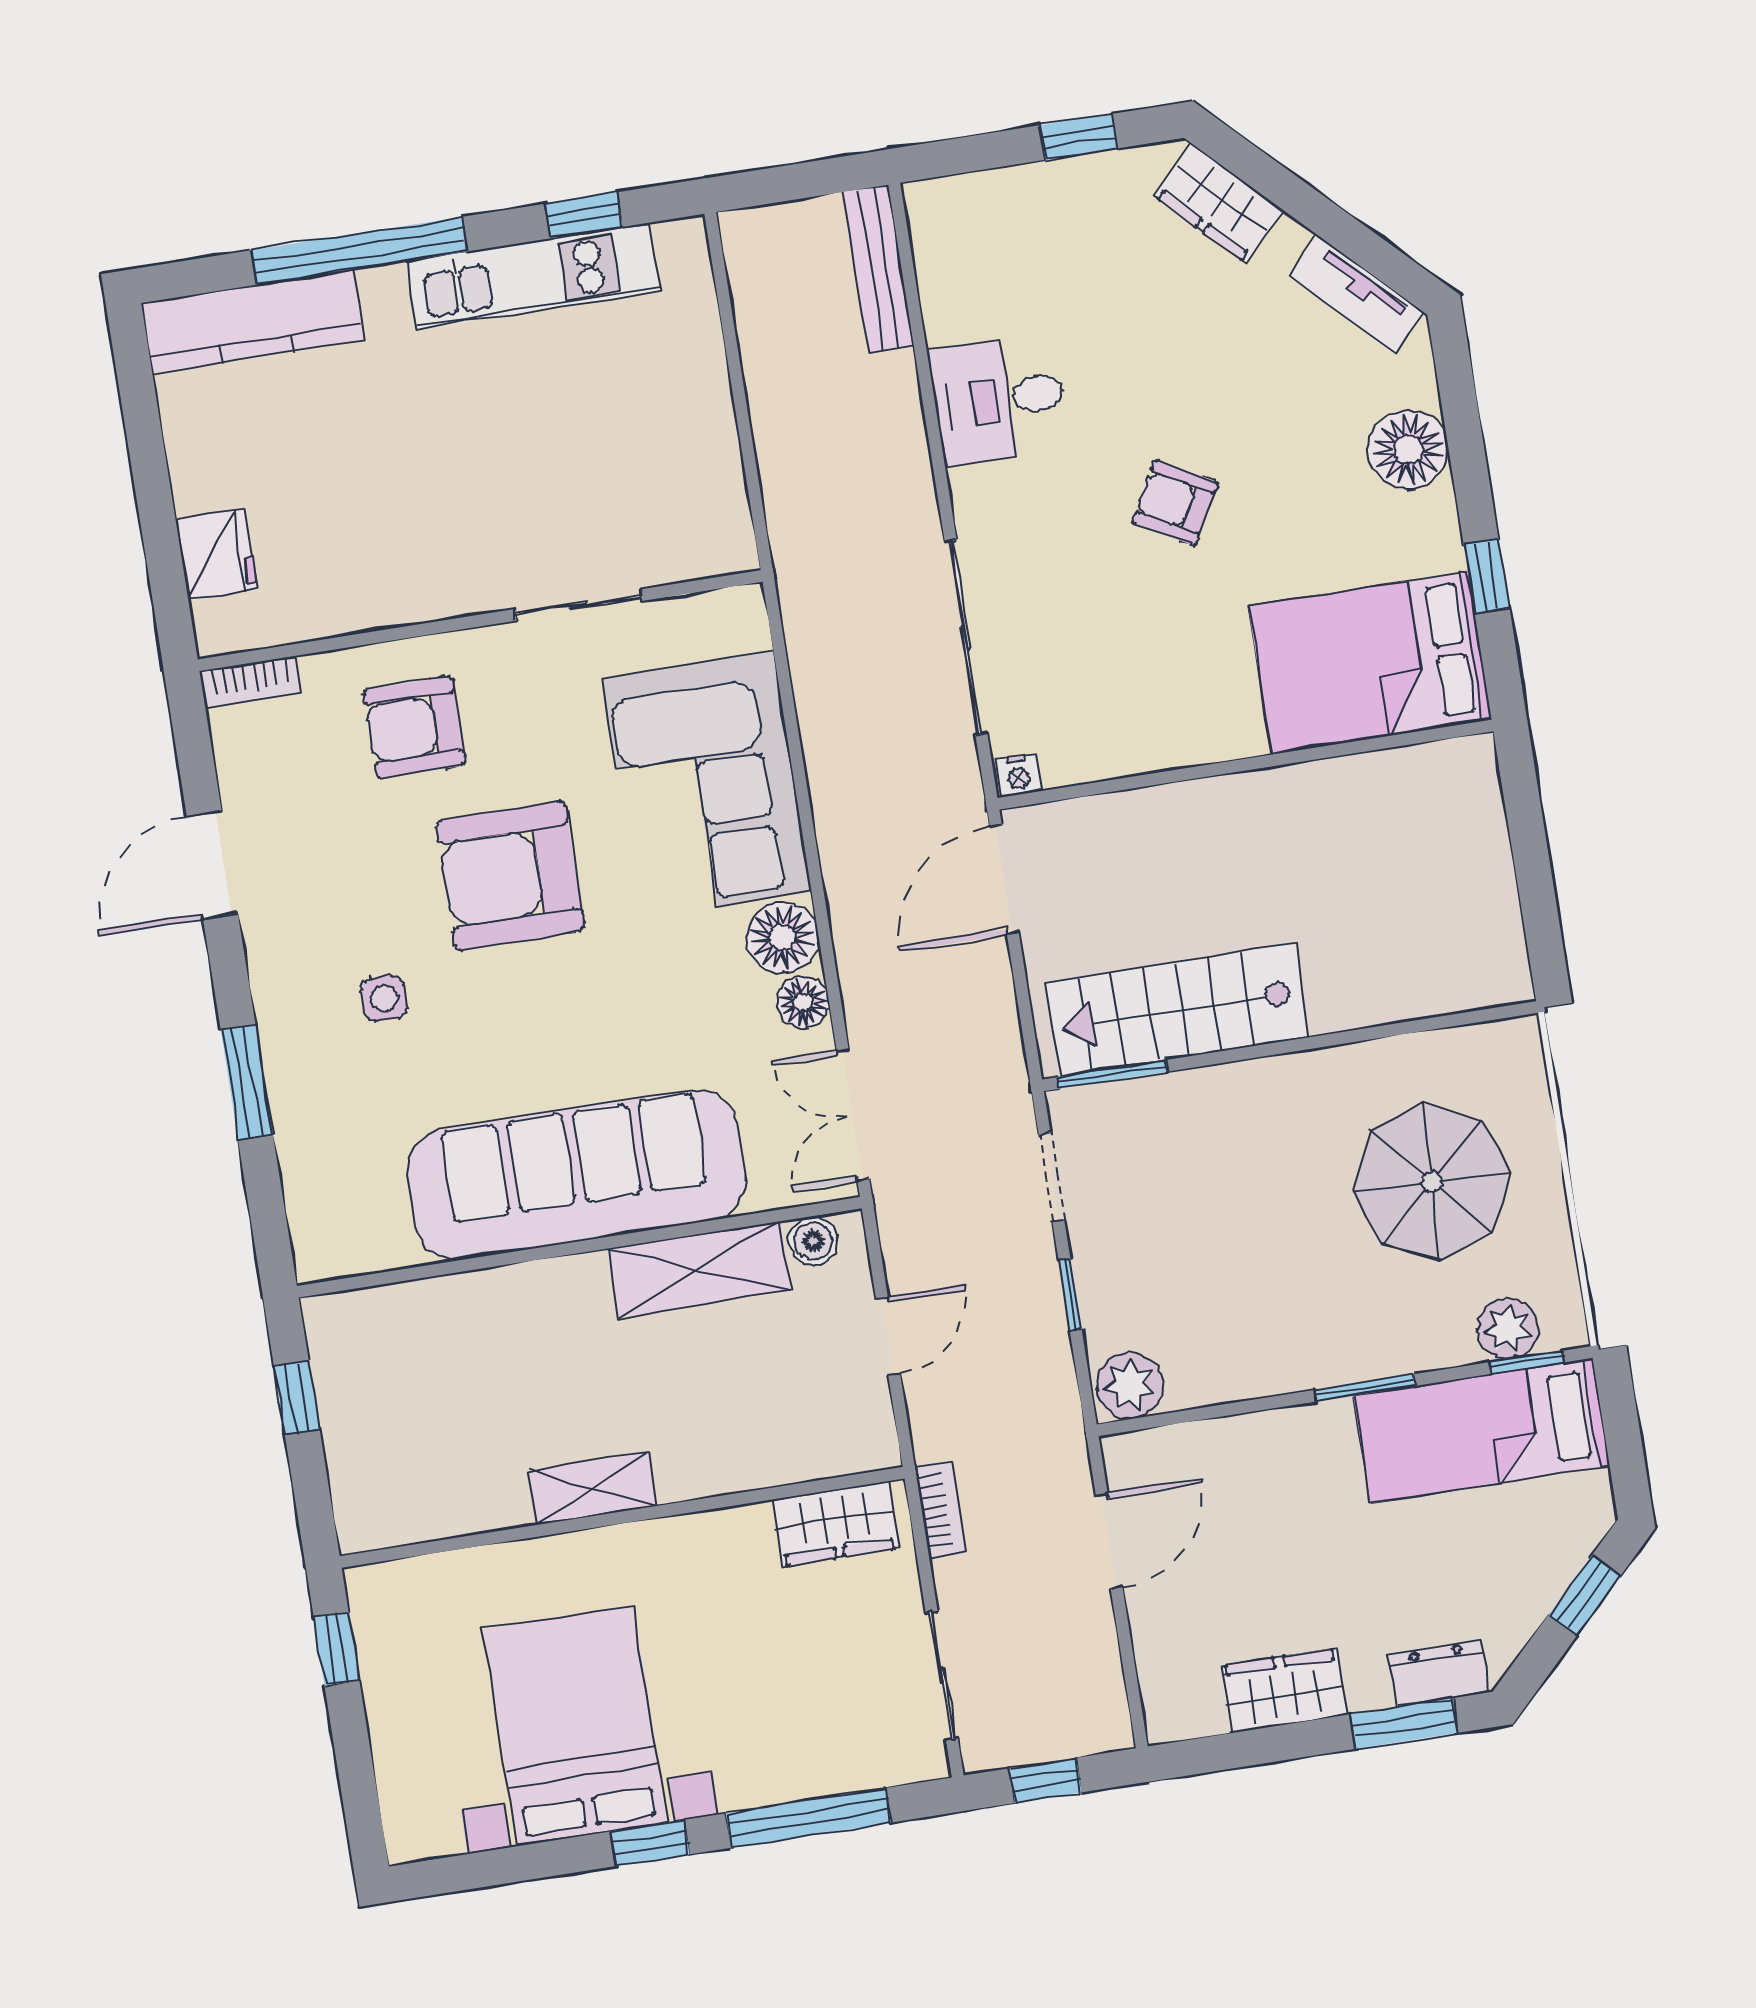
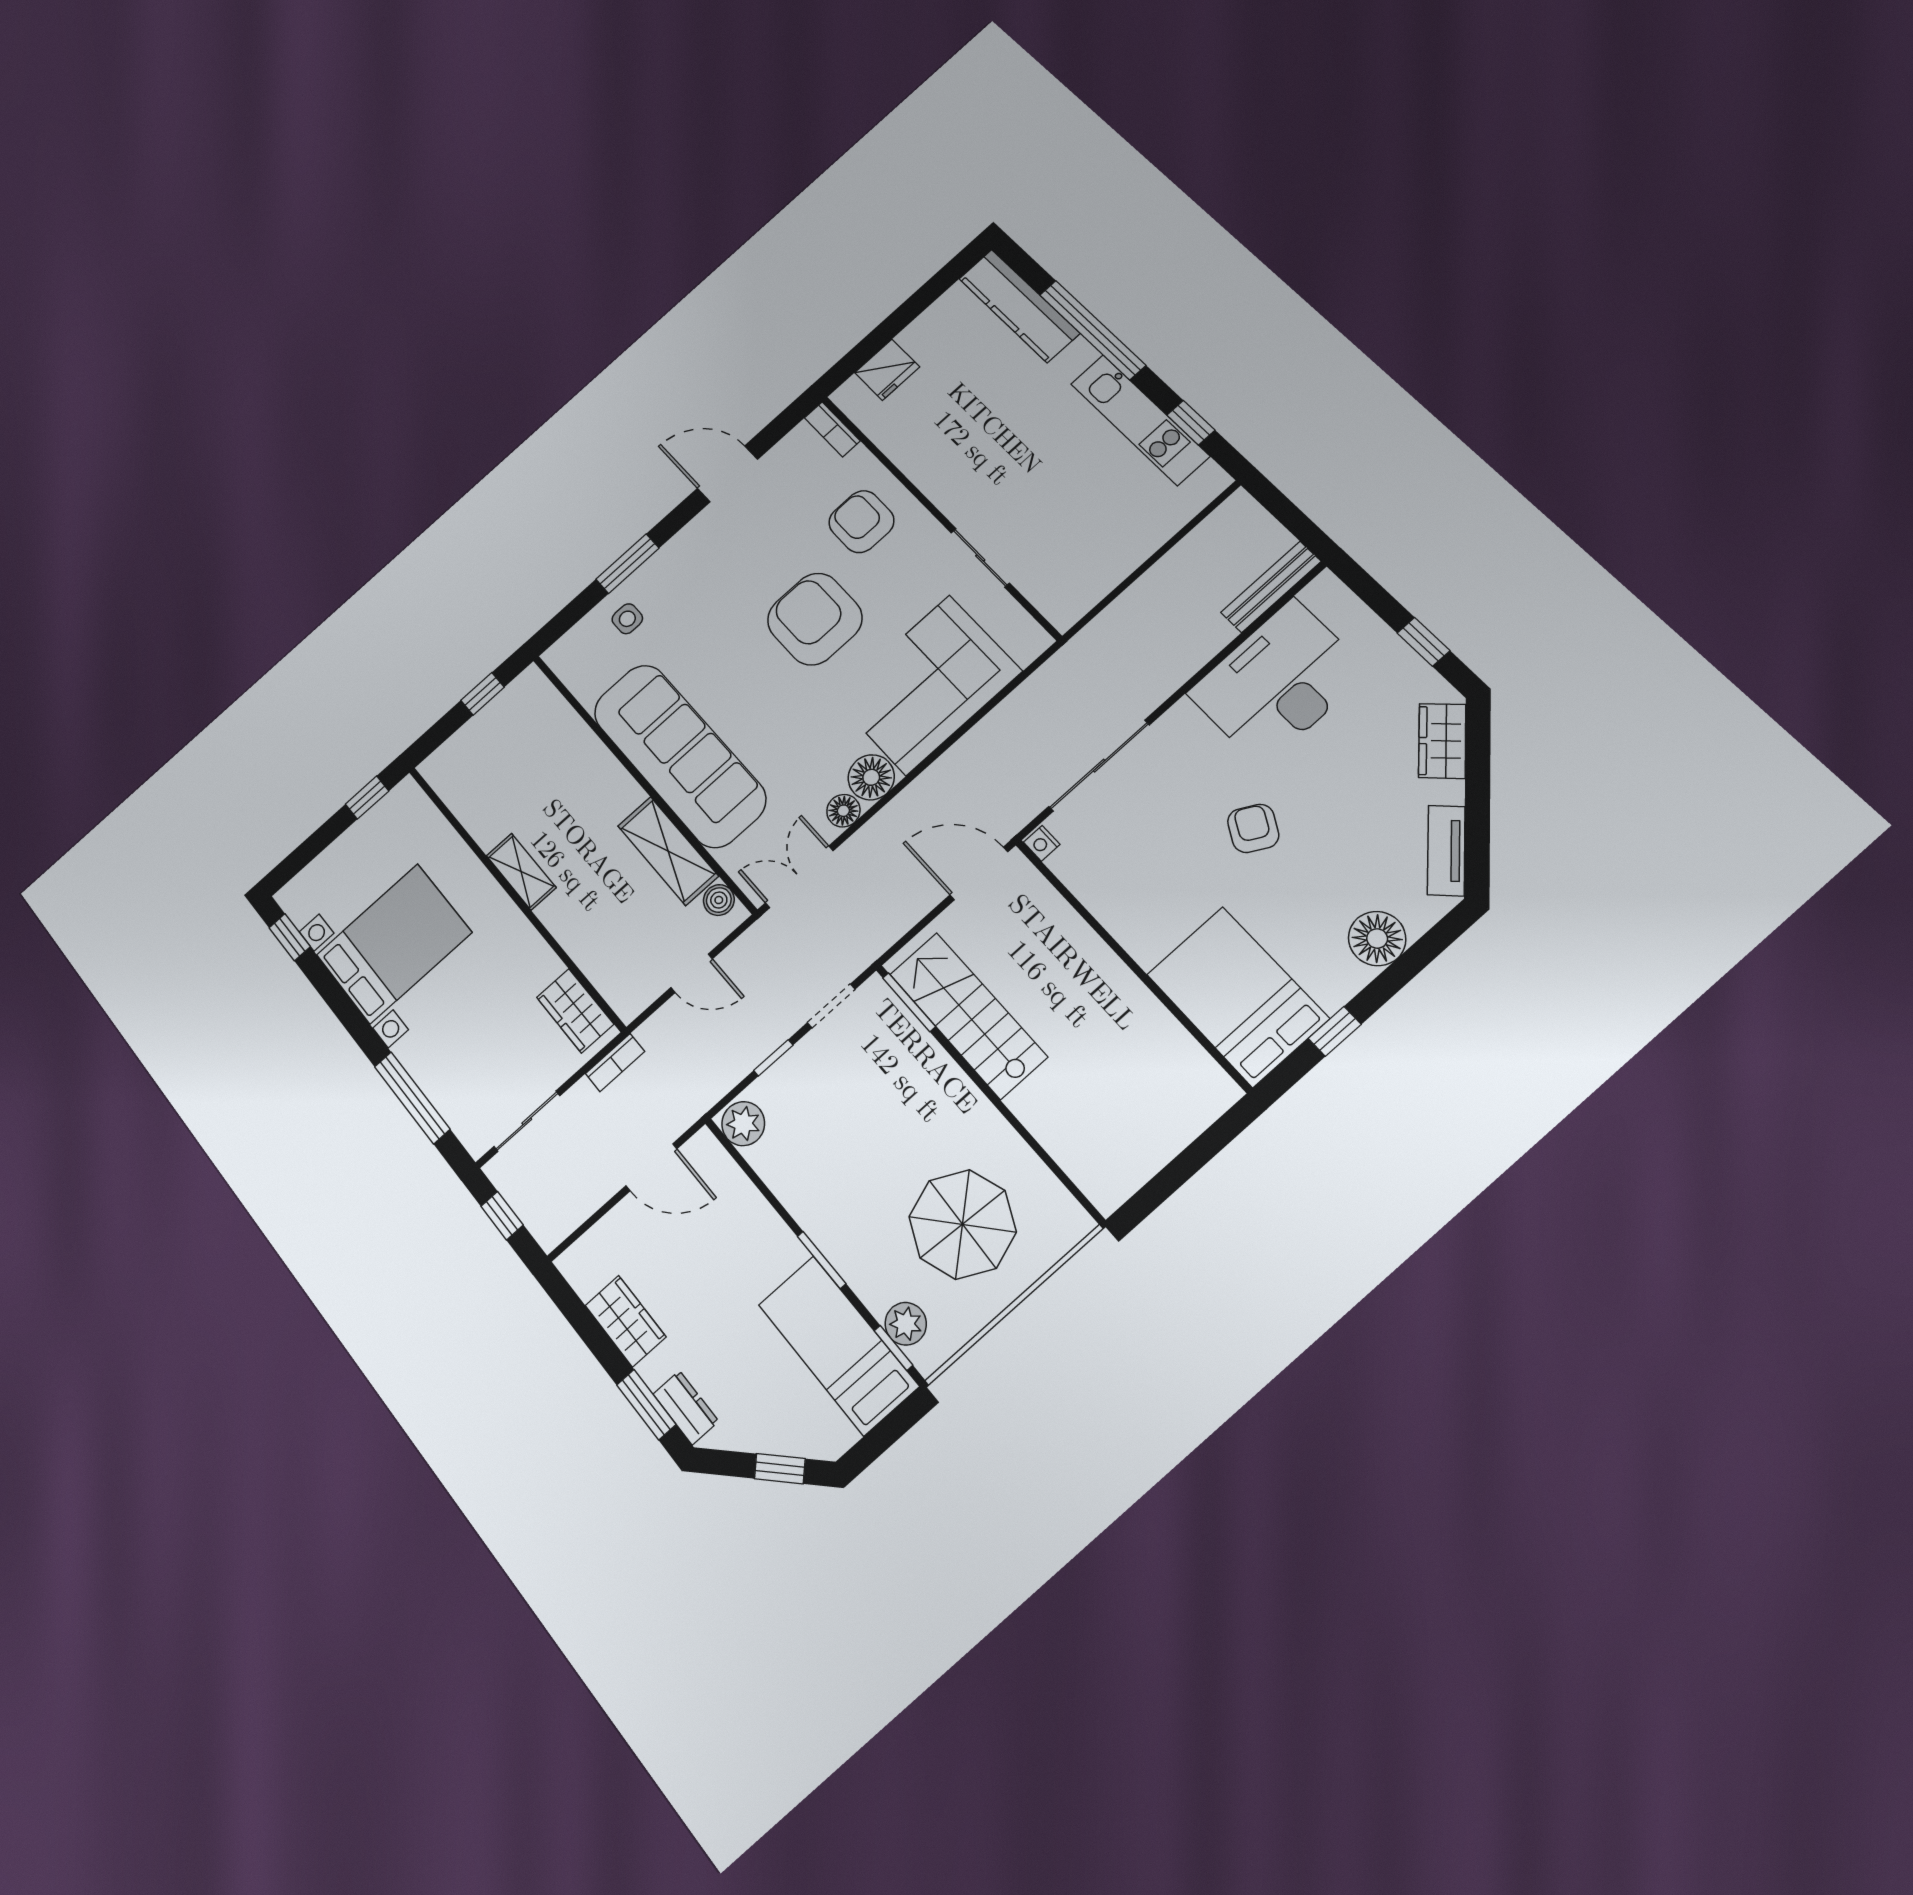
desk: (999, 400) -> (1278, 682), width x1.87, depth x1.30
side table: (384, 998) -> (627, 619), moved
window: (650, 1843) -> (290, 937), moved

